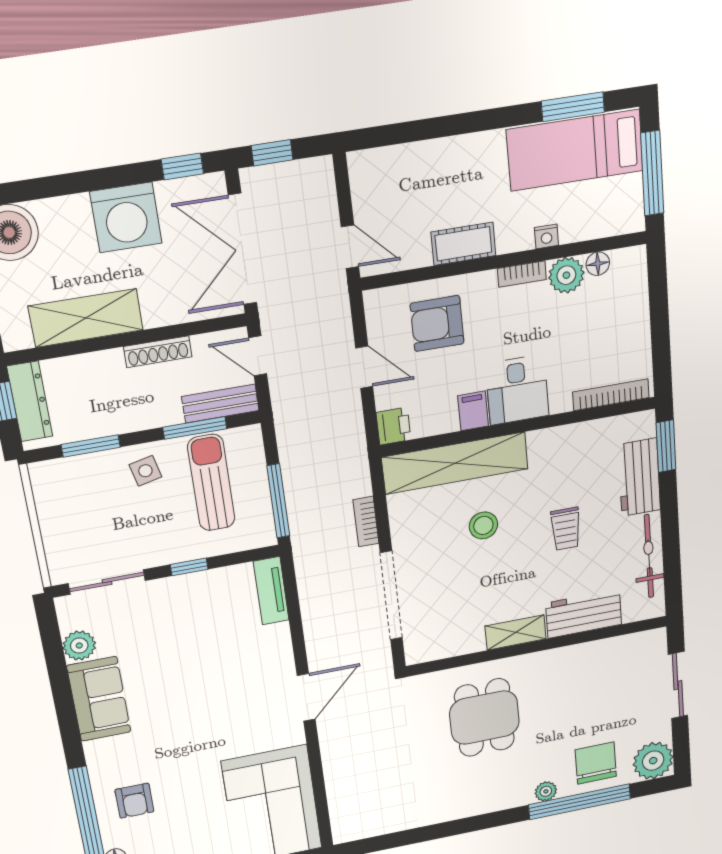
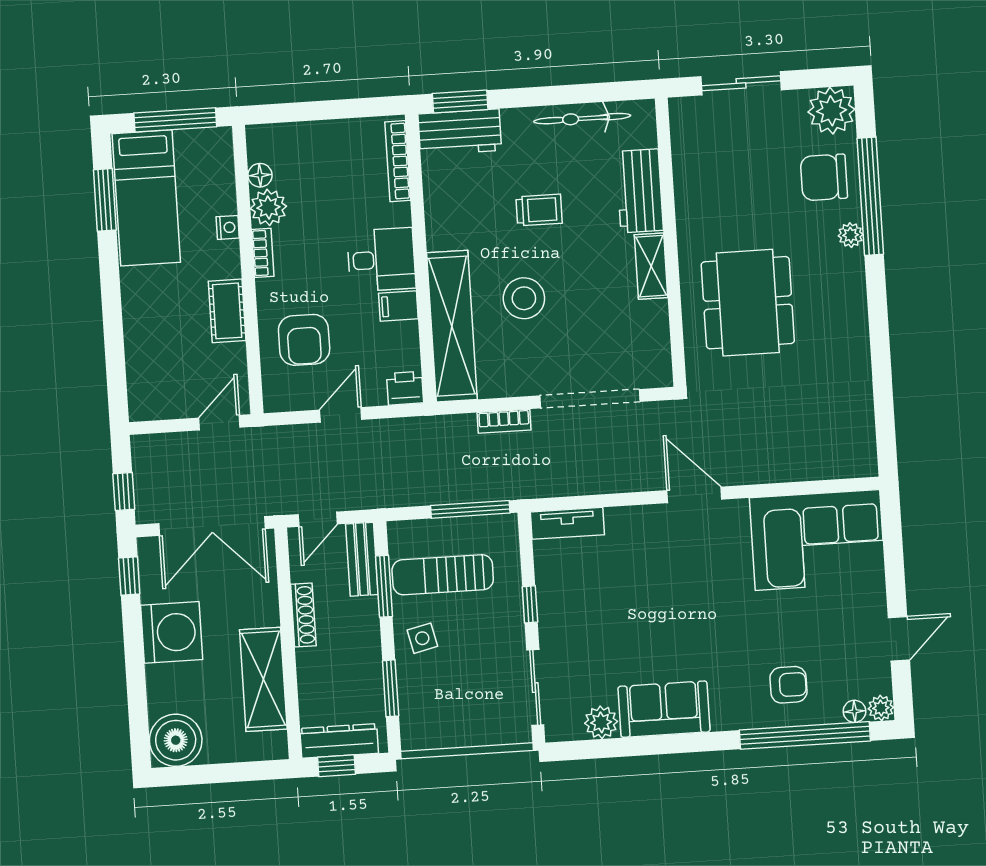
workbench: (639, 477) -> (460, 132), moved
stool: (483, 525) -> (524, 298), width x1.38, depth x1.38
dining table: (484, 718) -> (748, 303), width x1.37

